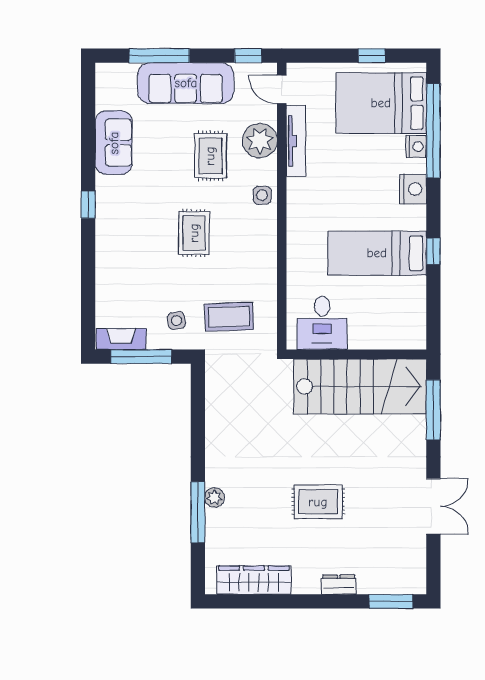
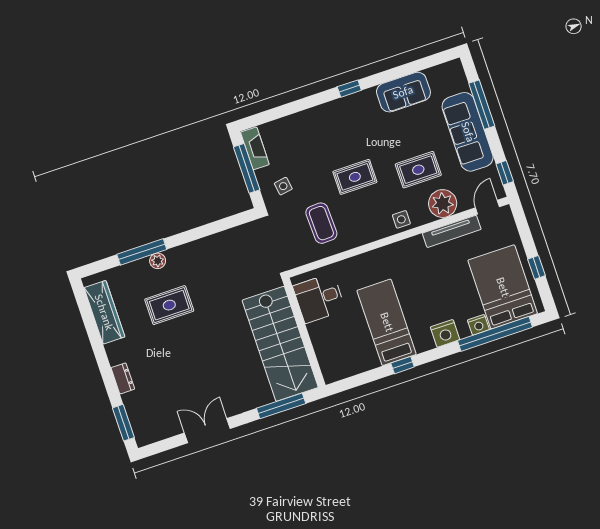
coffee table: (229, 317) -> (321, 223), moved
rug: (318, 502) -> (169, 305), moved, turned 90
double door: (433, 506) -> (207, 431), swing flipped

